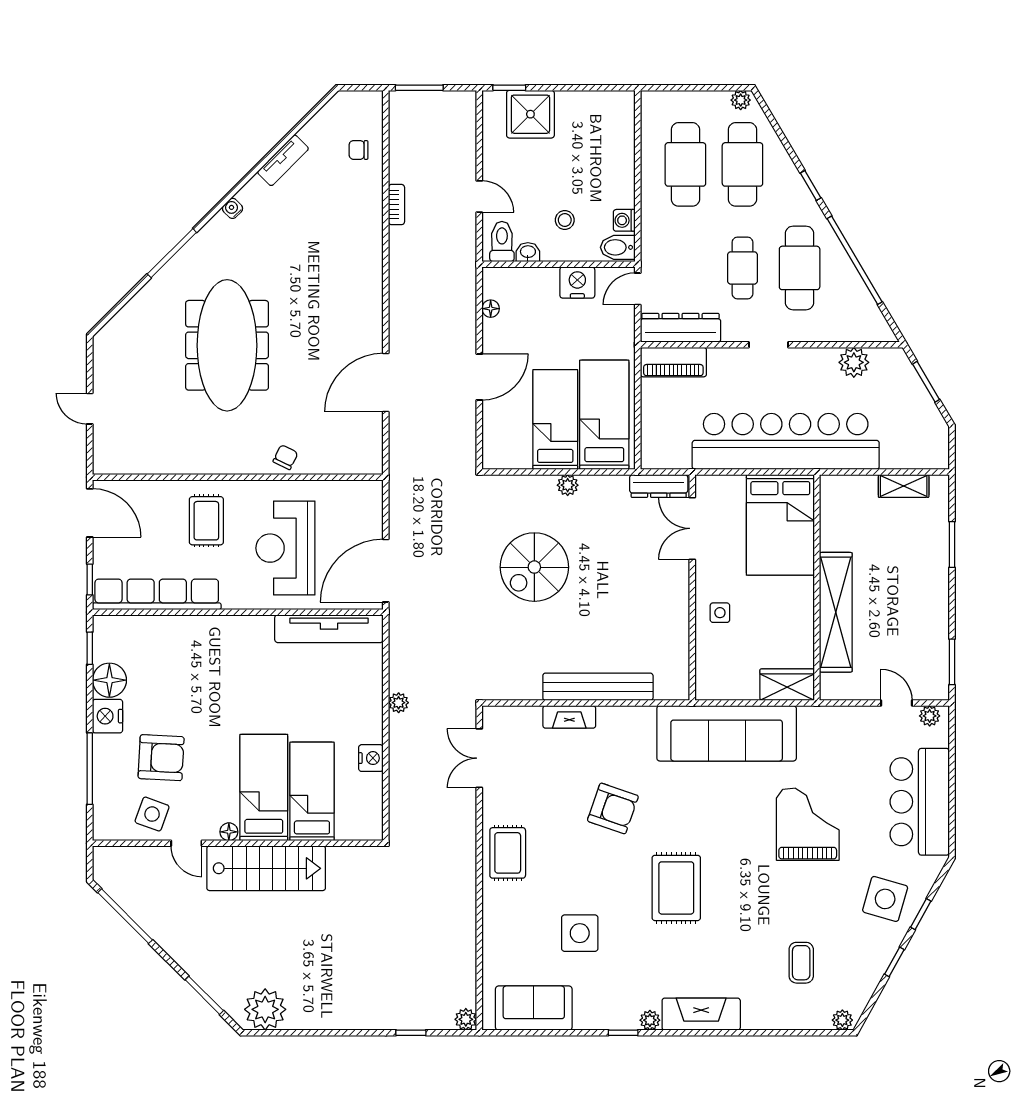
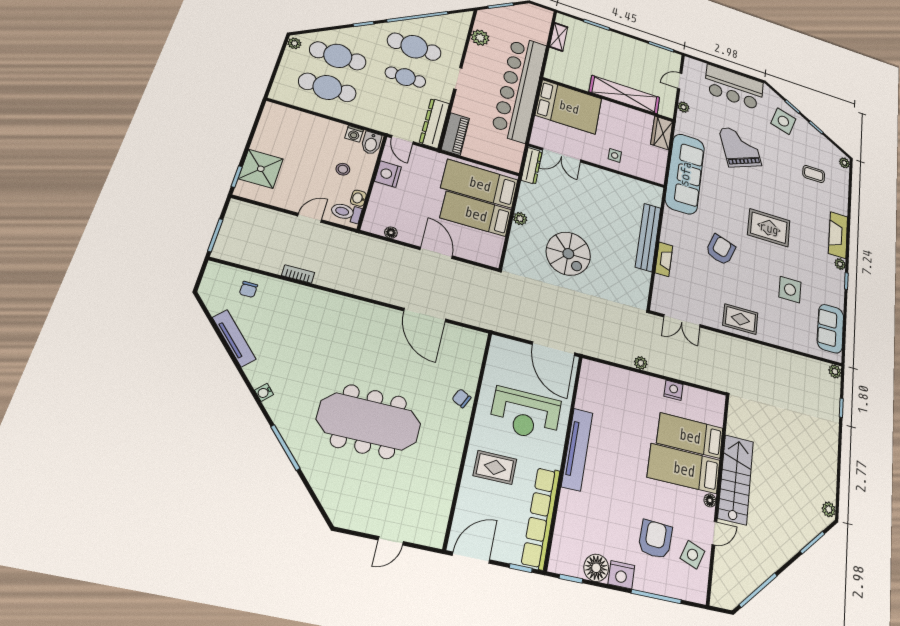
tv unit: (283, 160) -> (234, 338), width x1.41
tv unit: (329, 629) -> (577, 449), moved
plant: (930, 716) -> (683, 107), moved
grand piano: (808, 824) -> (740, 147), turned 69
plant: (265, 1009) -> (829, 509), width x0.53, depth x0.53

